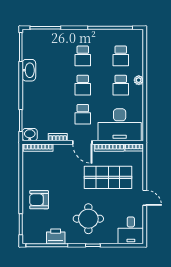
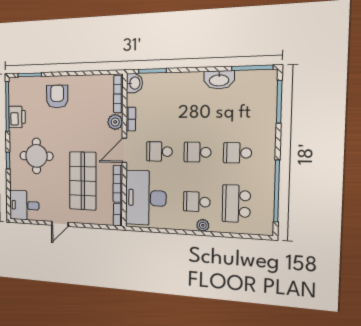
school desk: (121, 56) -> (236, 204), width x1.85
plant: (60, 150) -> (115, 122), added

